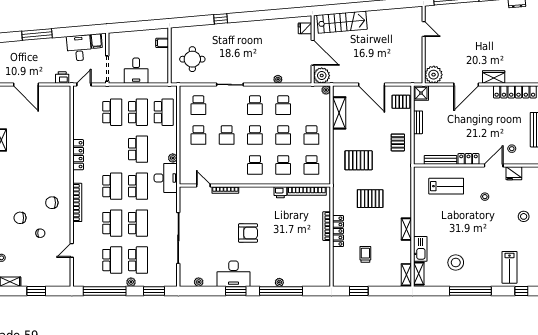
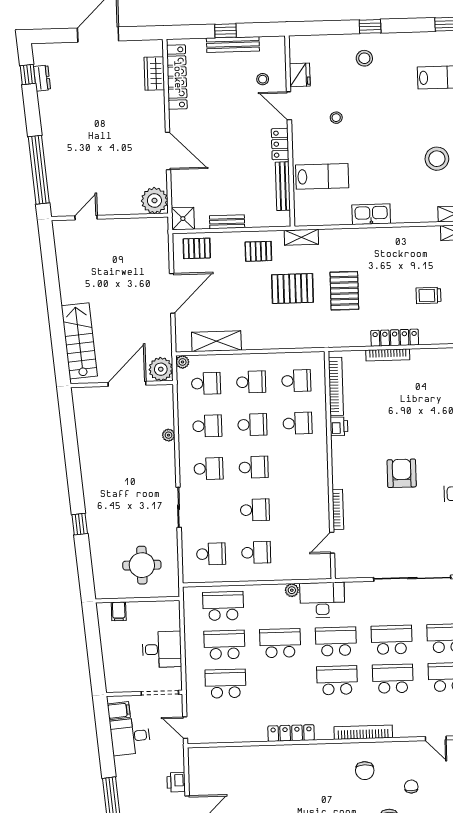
fridge: (305, 28) -> (90, 397), removed
wardrobe: (494, 77) -> (154, 74), moved
printer: (62, 78) -> (176, 782), moved
pallet: (401, 102) -> (197, 248), turned 90
pallet: (359, 160) -> (292, 289), moved, turned 90
school desk: (255, 165) -> (206, 383), moved
lab bench: (446, 186) -> (322, 176), turned 90
shelving: (406, 229) -> (301, 237), moved
kitchen sink: (420, 249) -> (371, 214), moved

